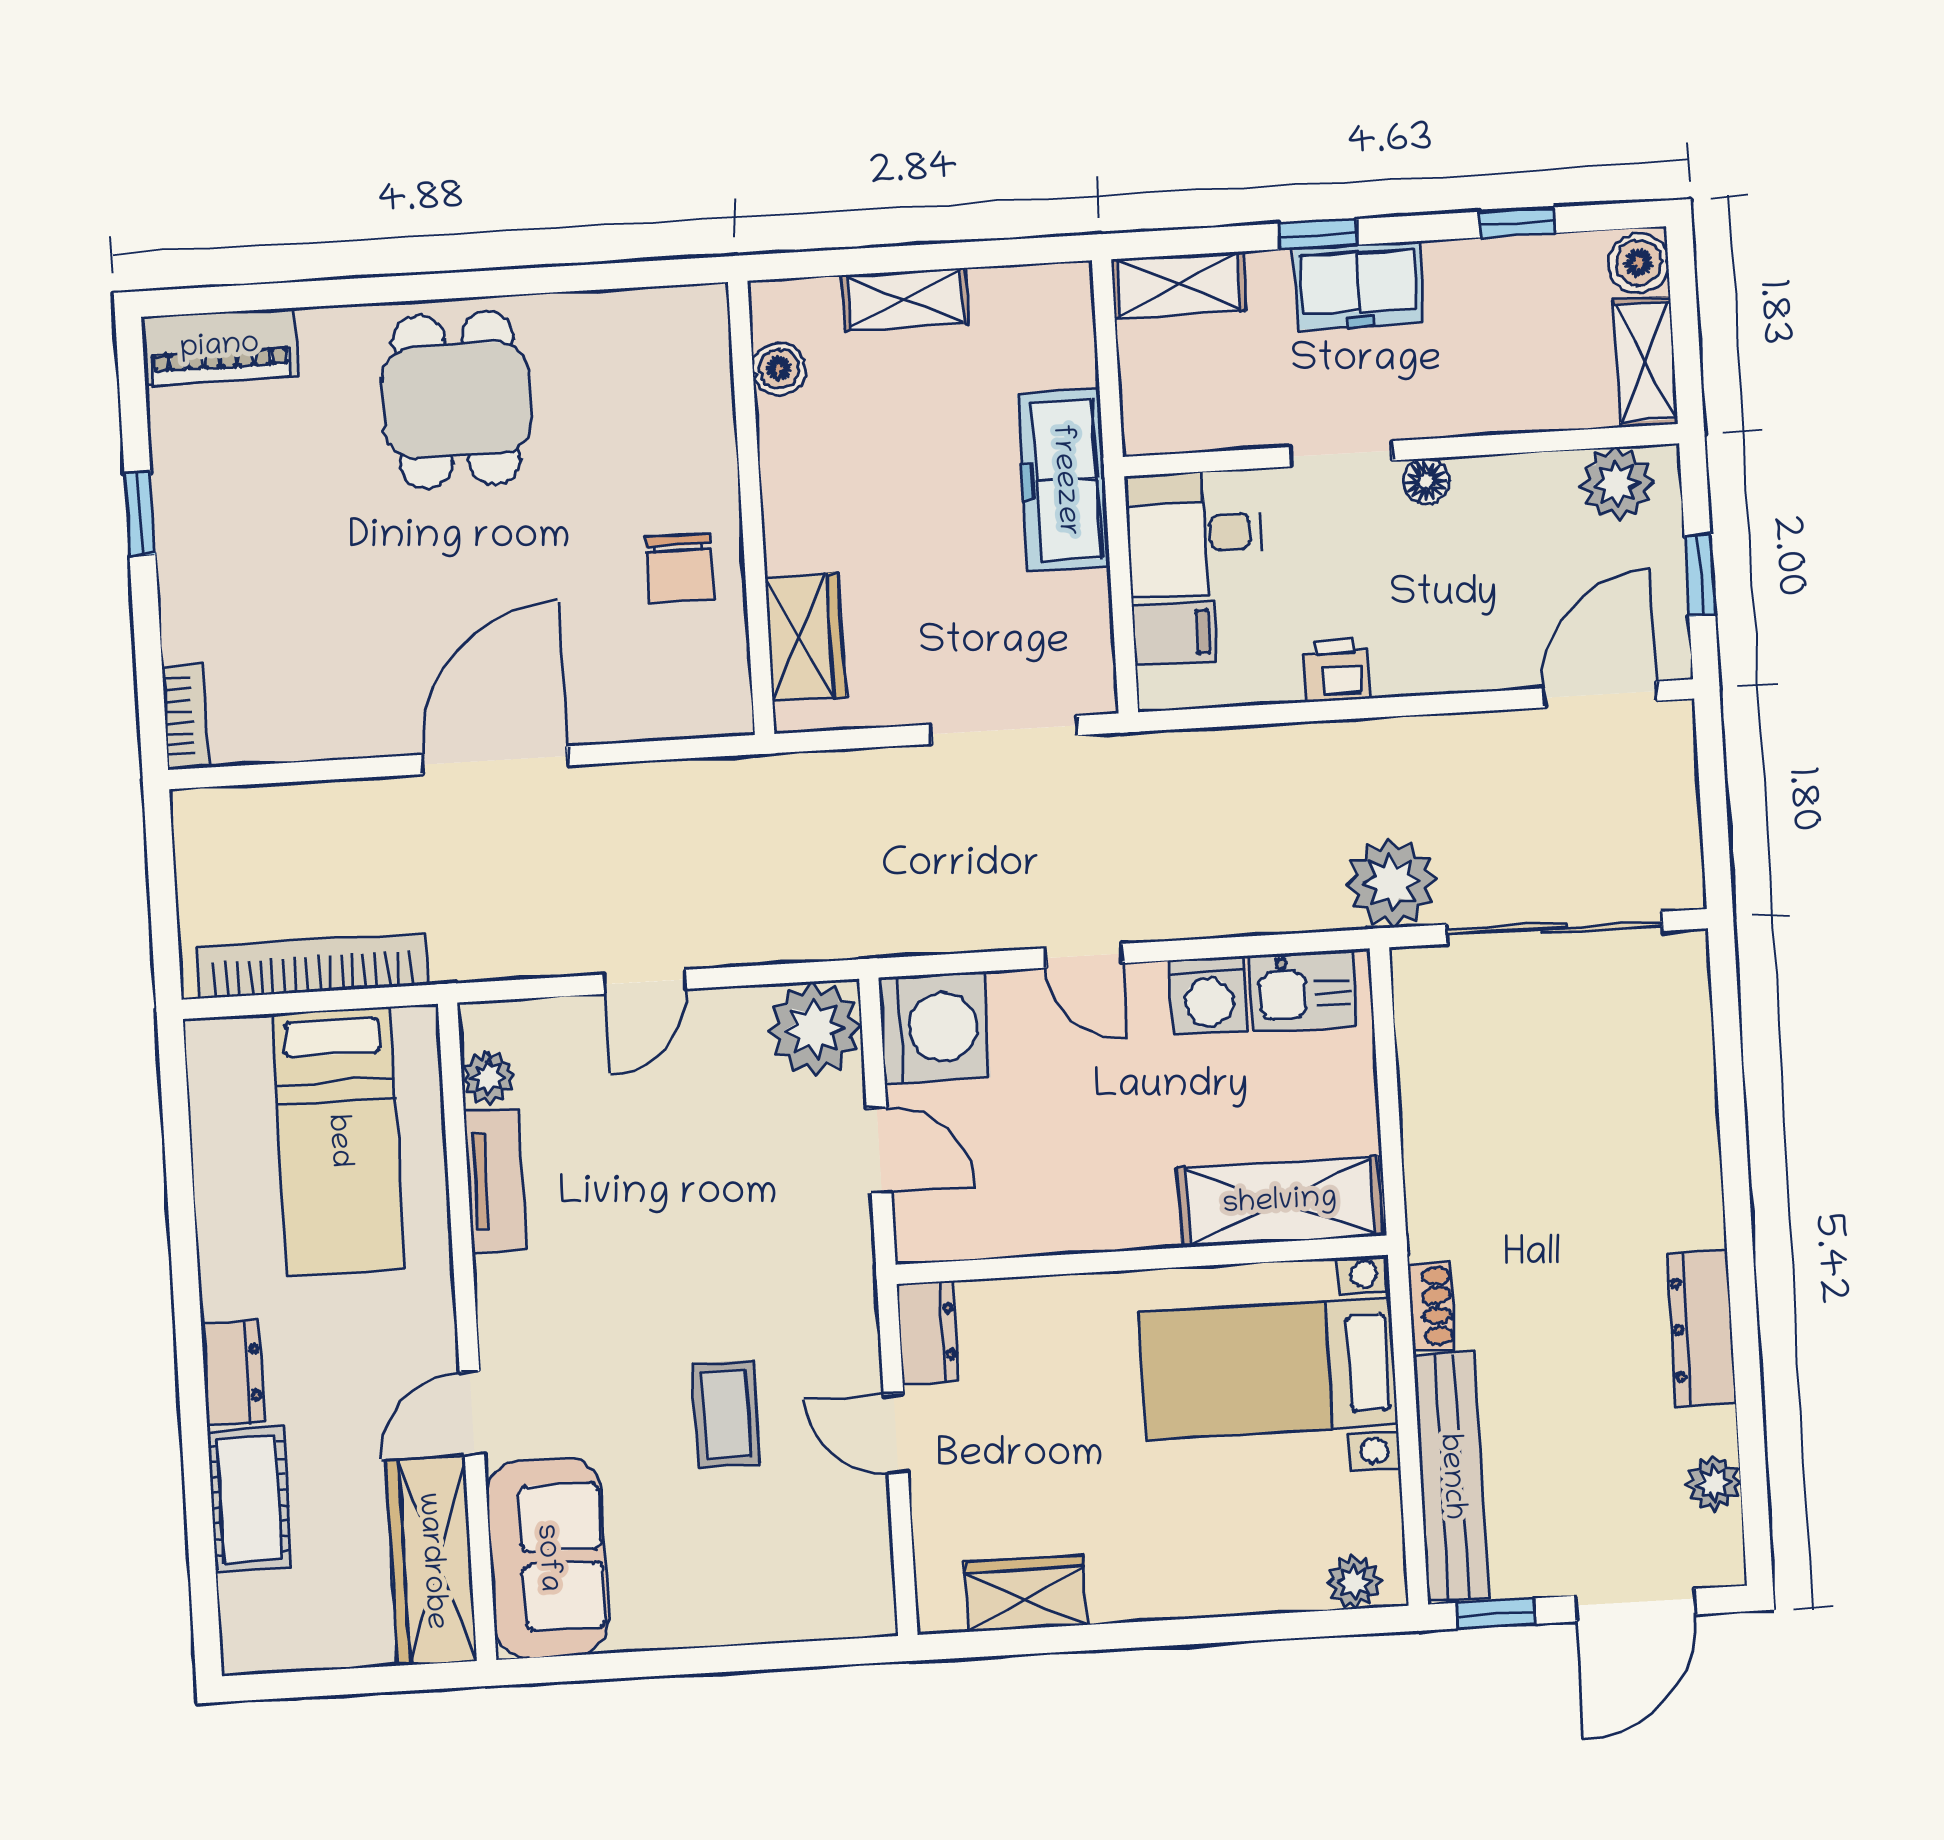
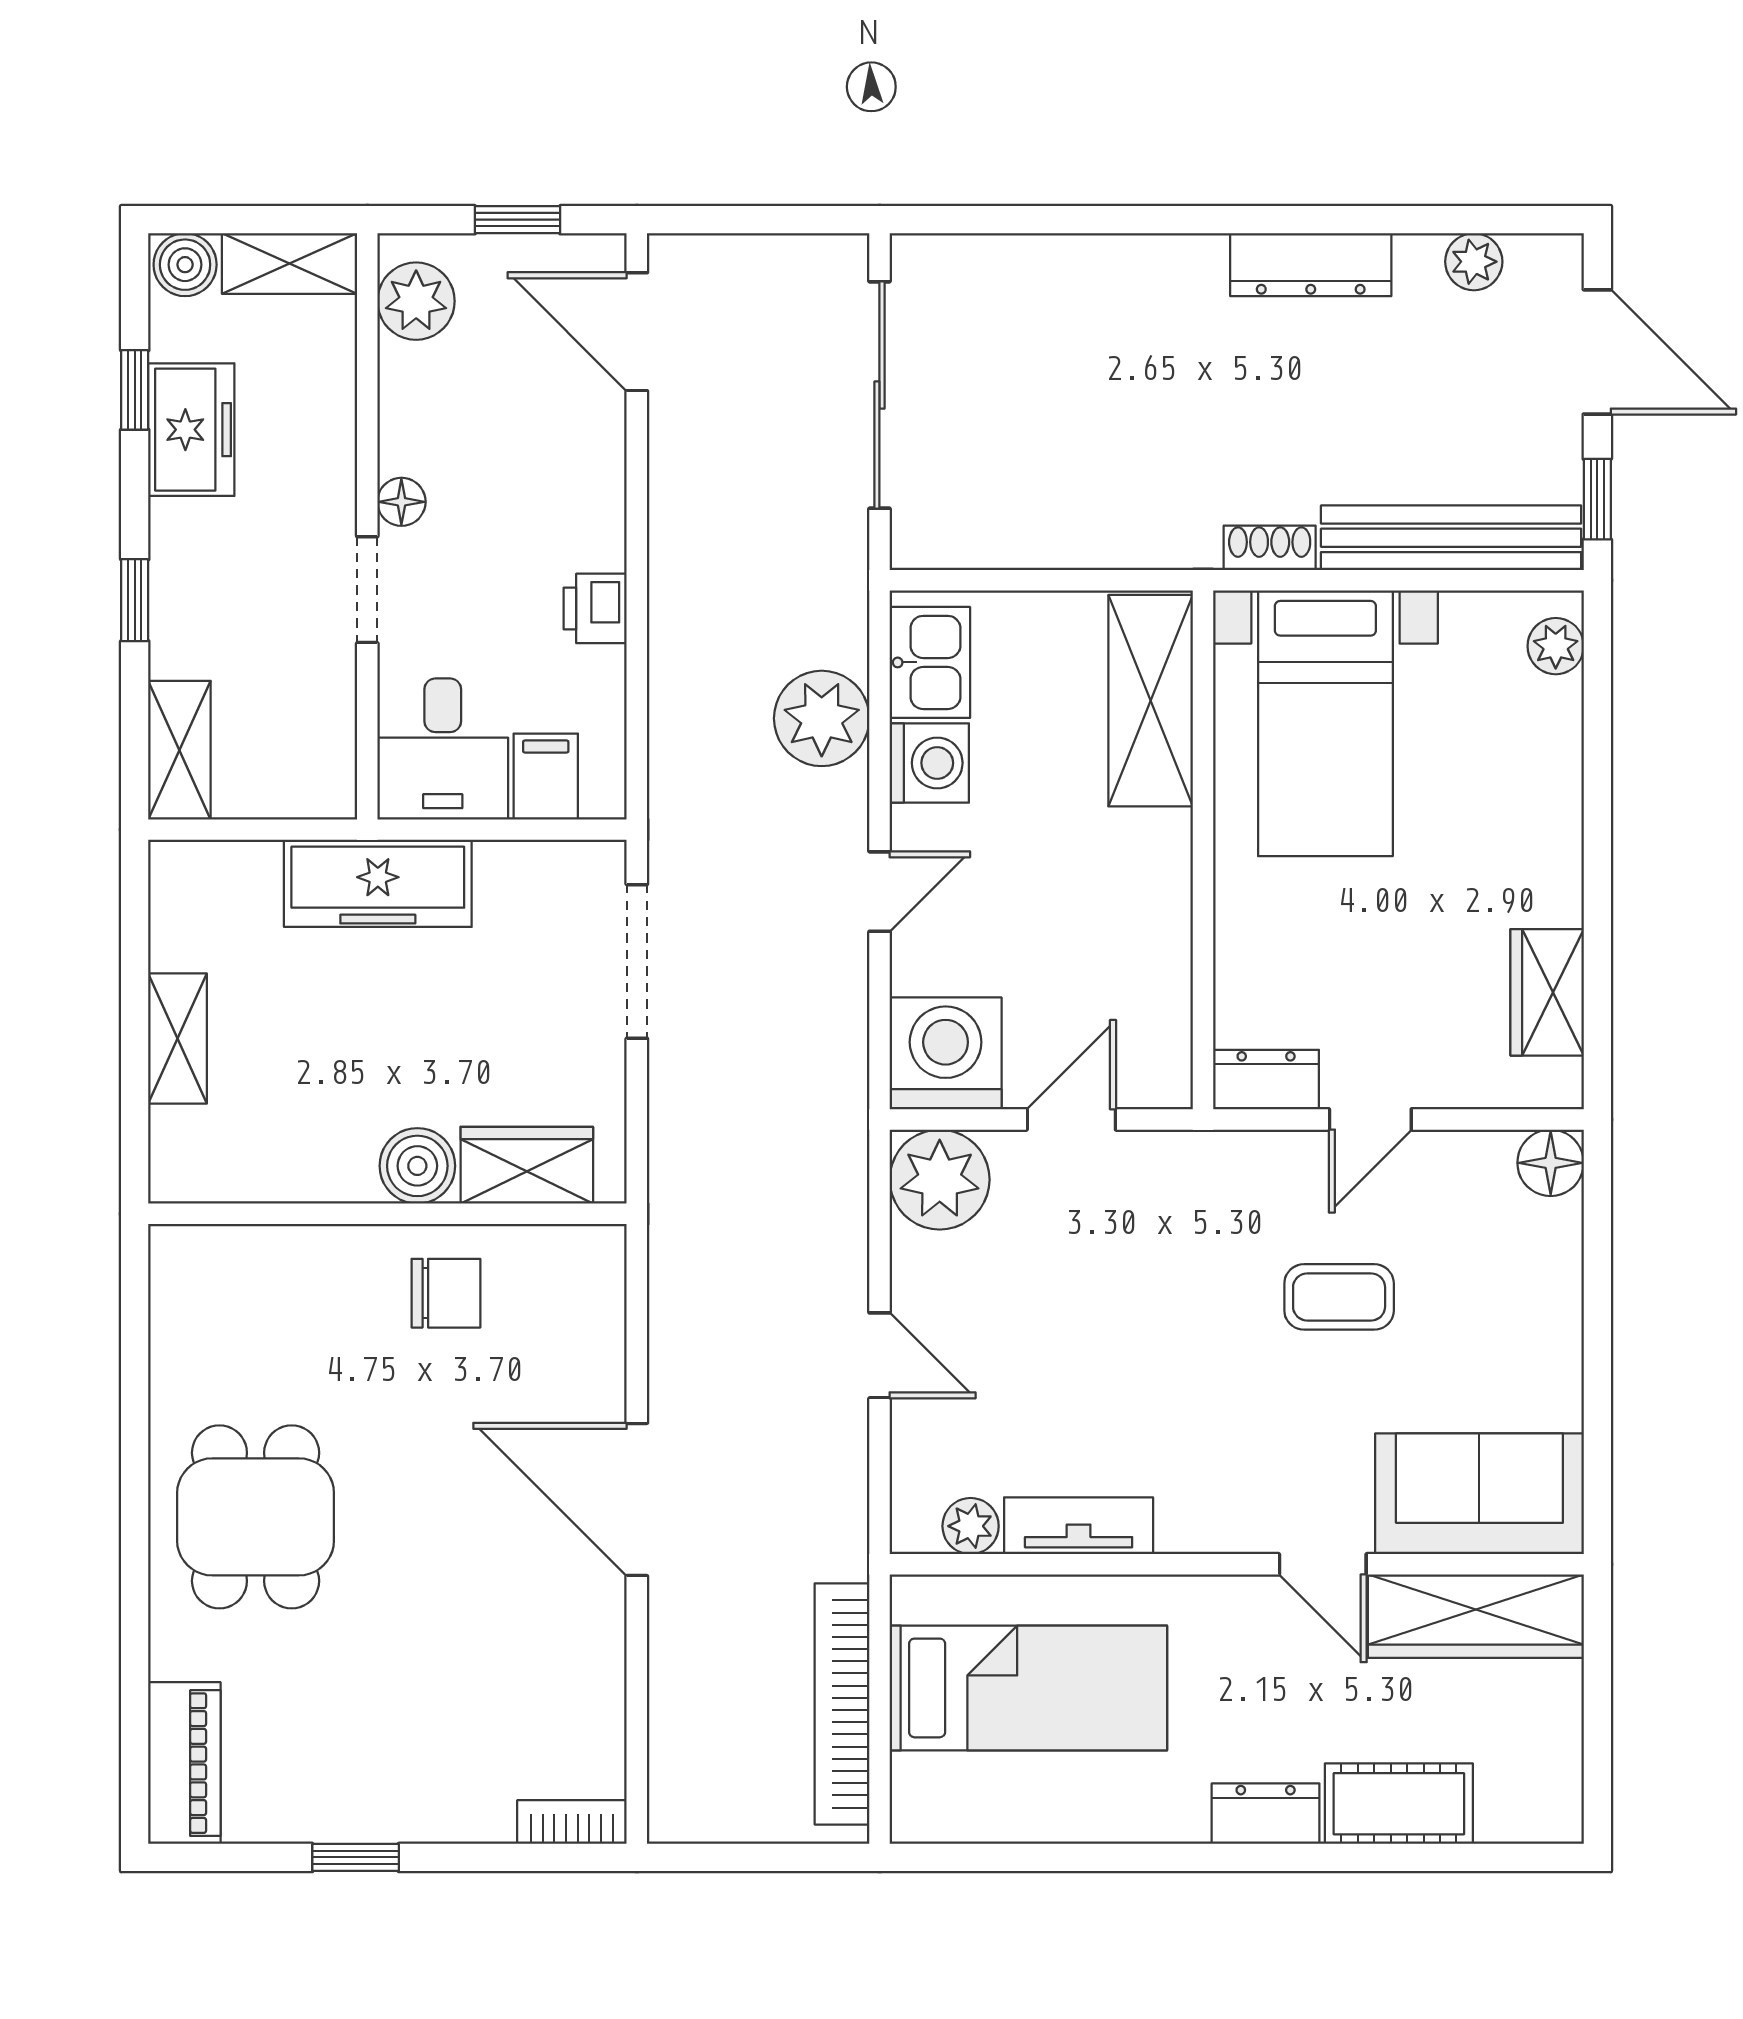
freezer: (1359, 285) -> (191, 430), moved
boiler: (779, 369) -> (417, 1166), moved, width x1.36, depth x1.36
dining table: (457, 400) -> (256, 1517), turned 90
plant: (1391, 883) -> (822, 718), moved
floor lamp: (865, 1606) -> (1551, 1163), added

